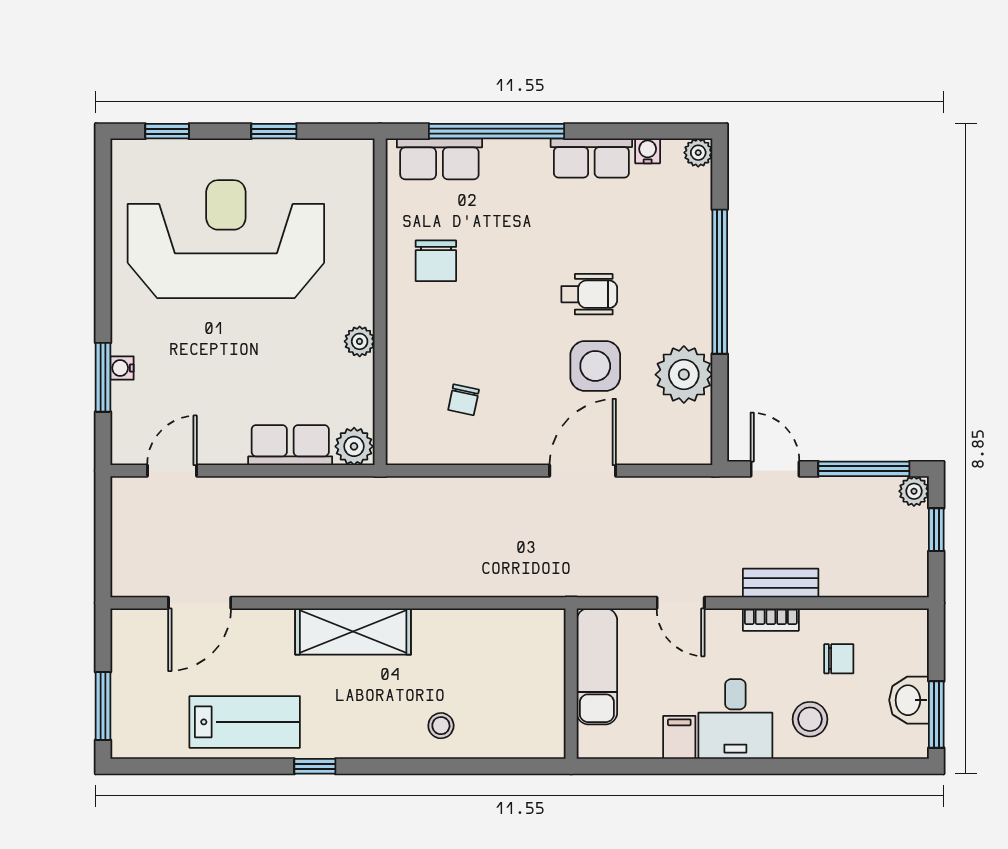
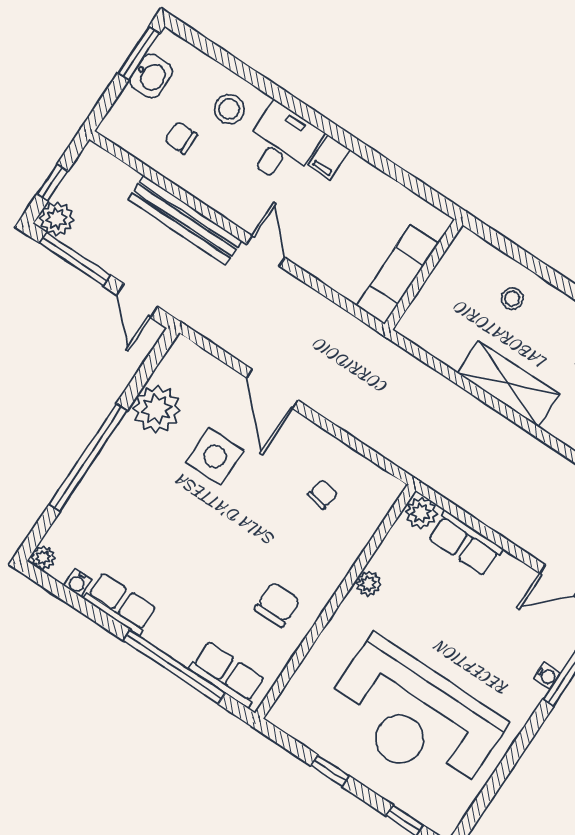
wheelchair: (589, 294) -> (185, 509), removed
door: (583, 471) -> (272, 389), hinge flipped
plant: (914, 491) -> (57, 219), width x1.38, depth x1.38
bench: (781, 583) -> (185, 220), width x1.86, depth x1.21
bookcase: (771, 620) -> (210, 197), removed
exam couch: (597, 666) -> (397, 275), moved
wall: (571, 684) -> (424, 275), moved
stool: (441, 726) -> (512, 299), moved

